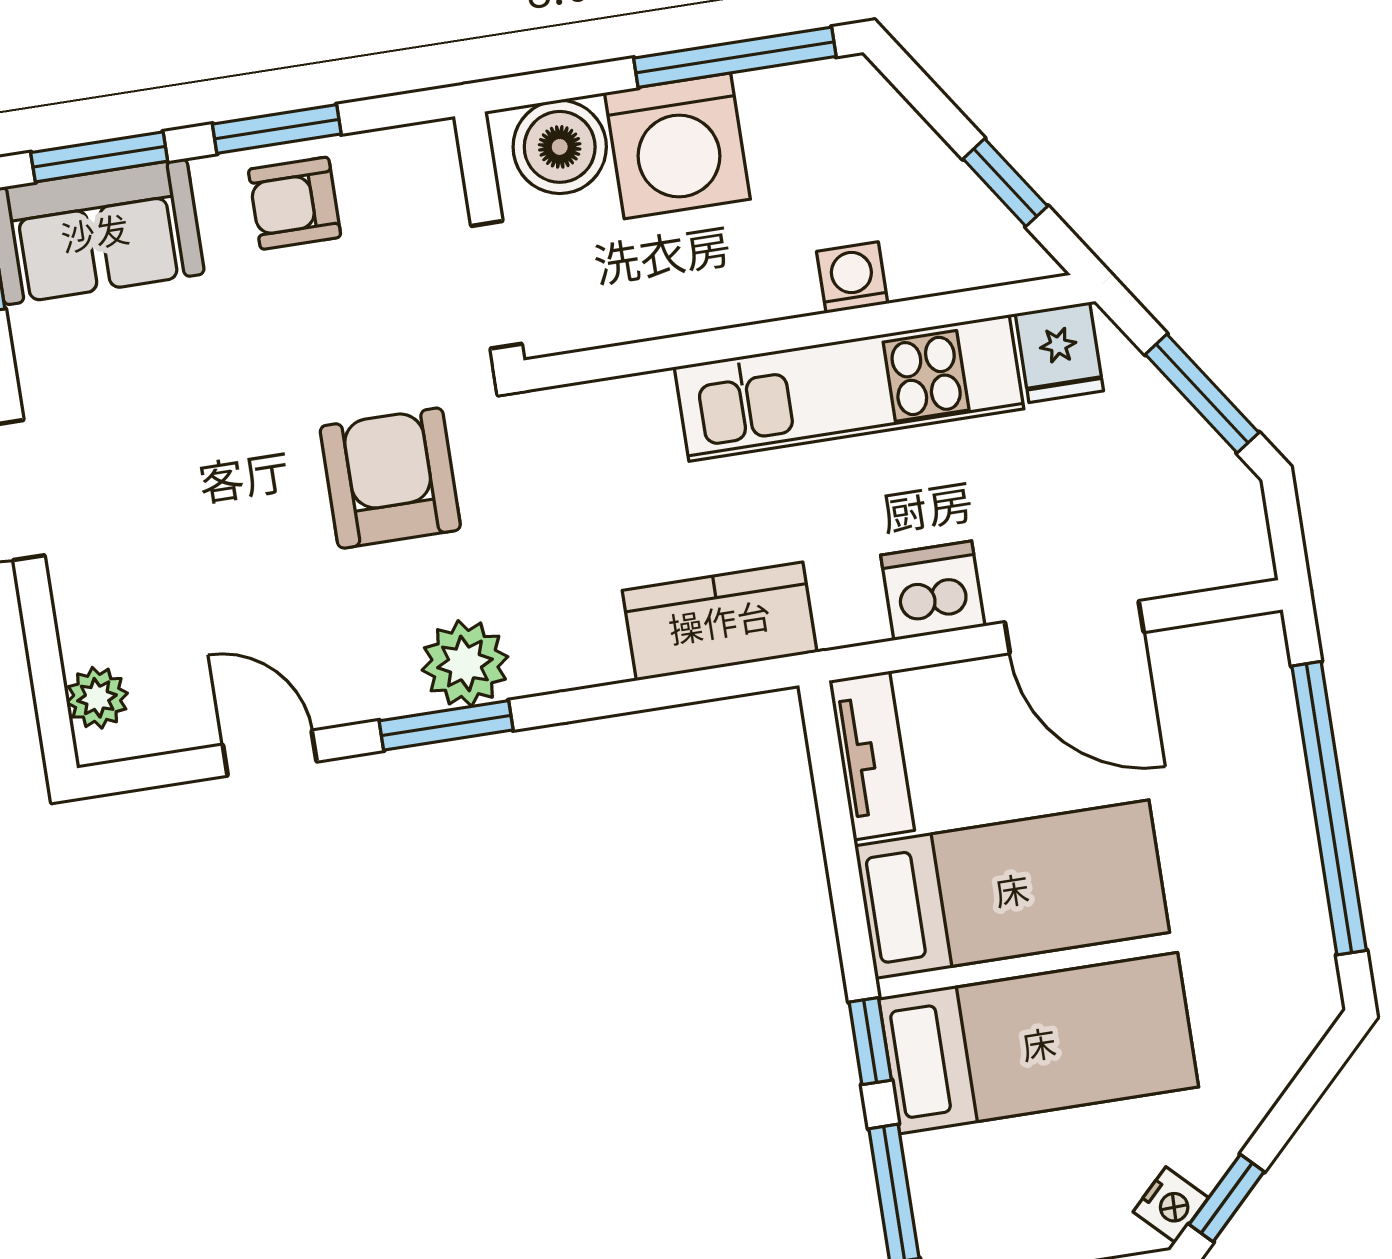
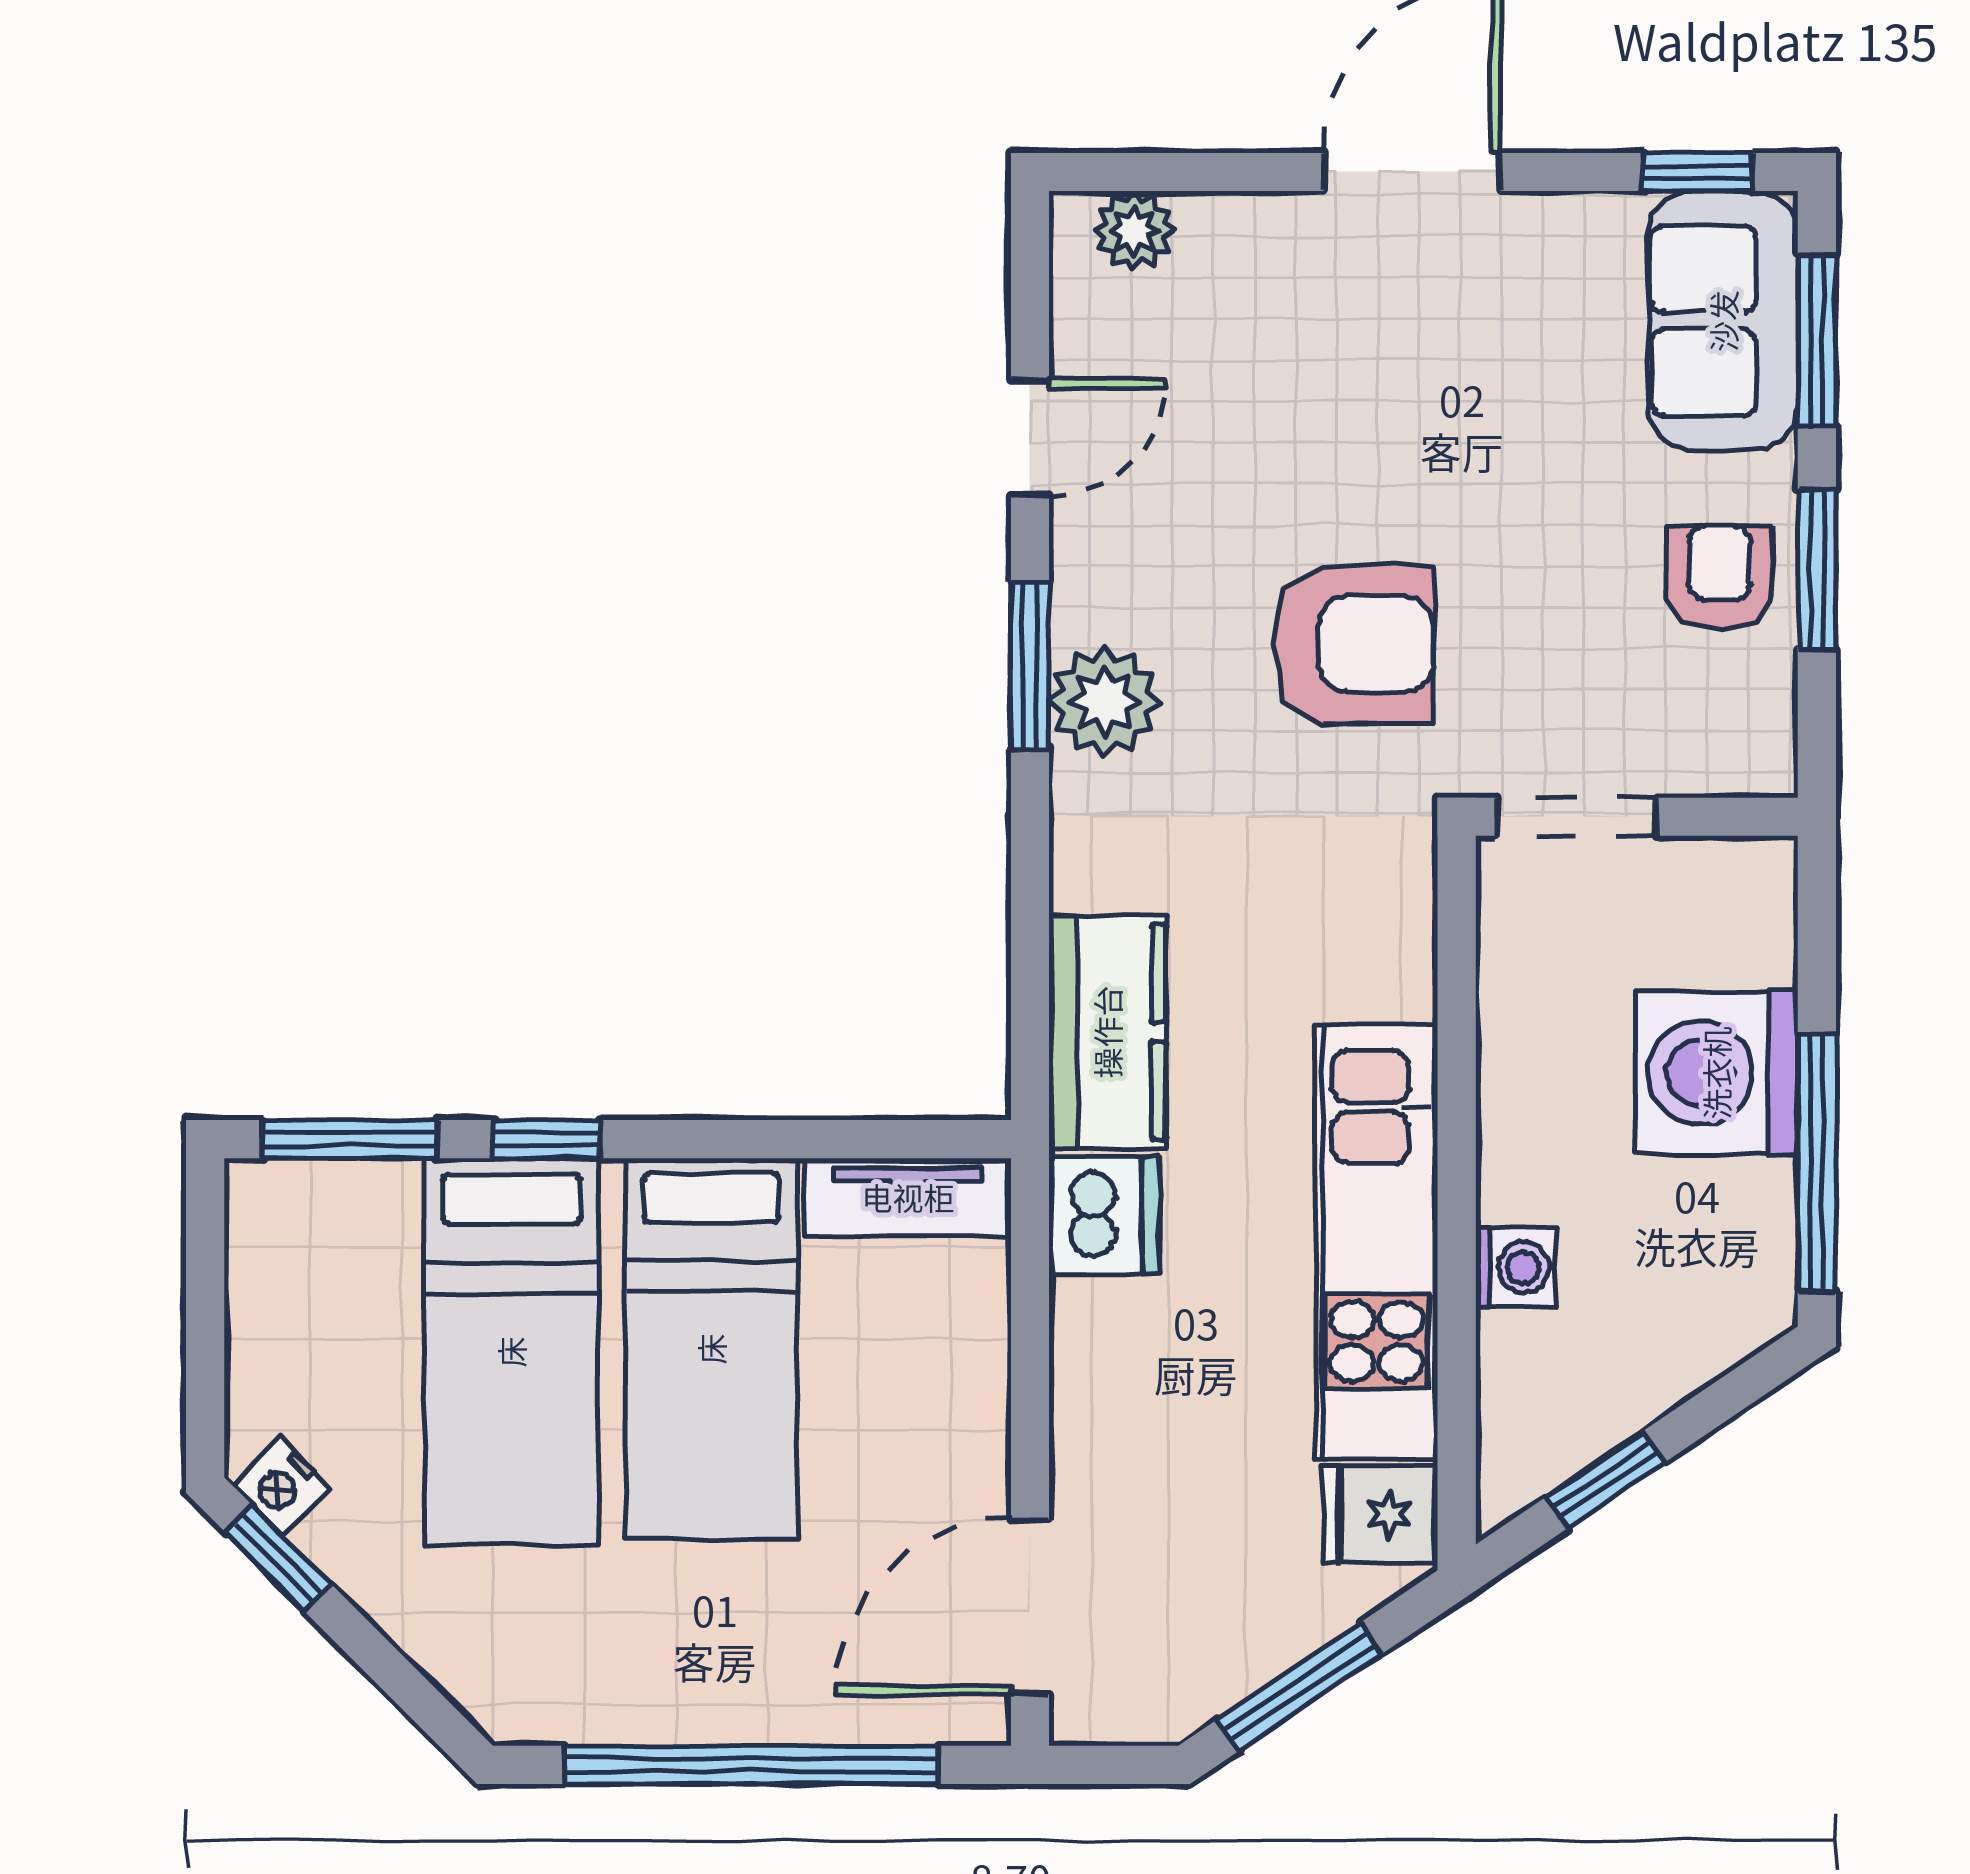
boiler: (560, 147) -> (1738, 924), removed
dishwasher: (933, 591) -> (1104, 1215), moved
door: (1074, 627) -> (1030, 1607), moved

